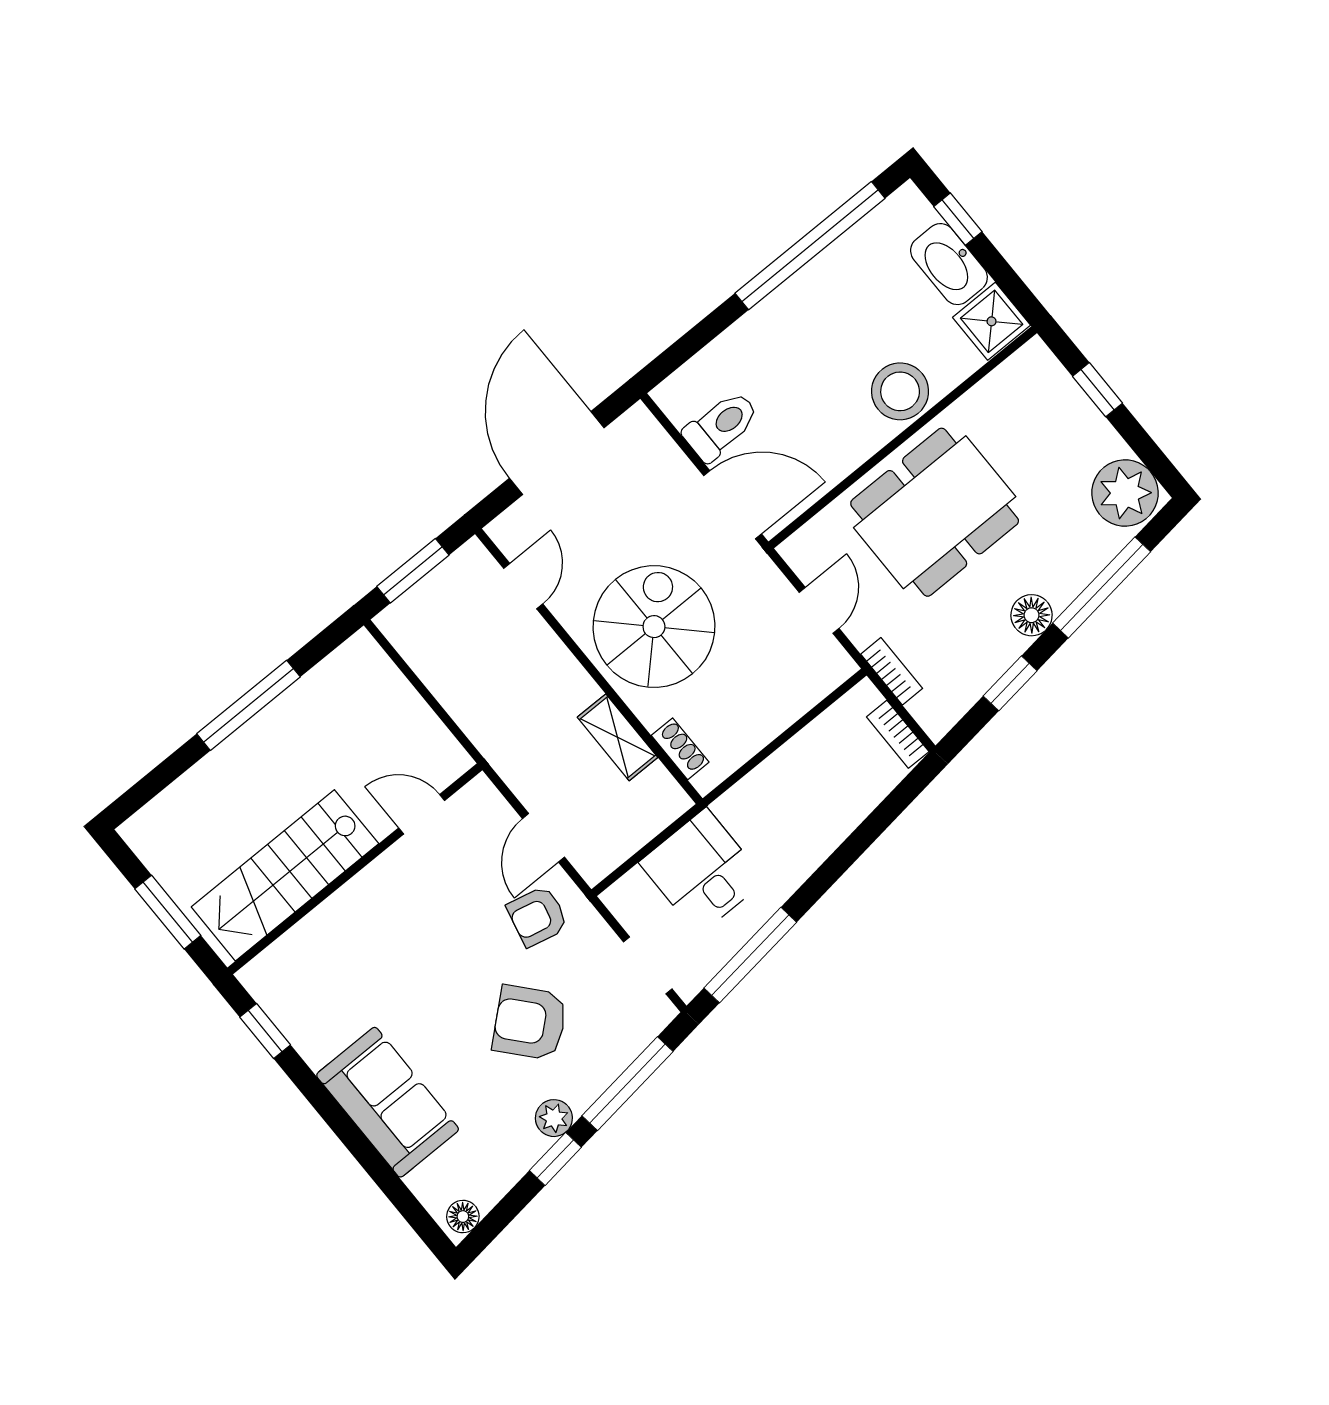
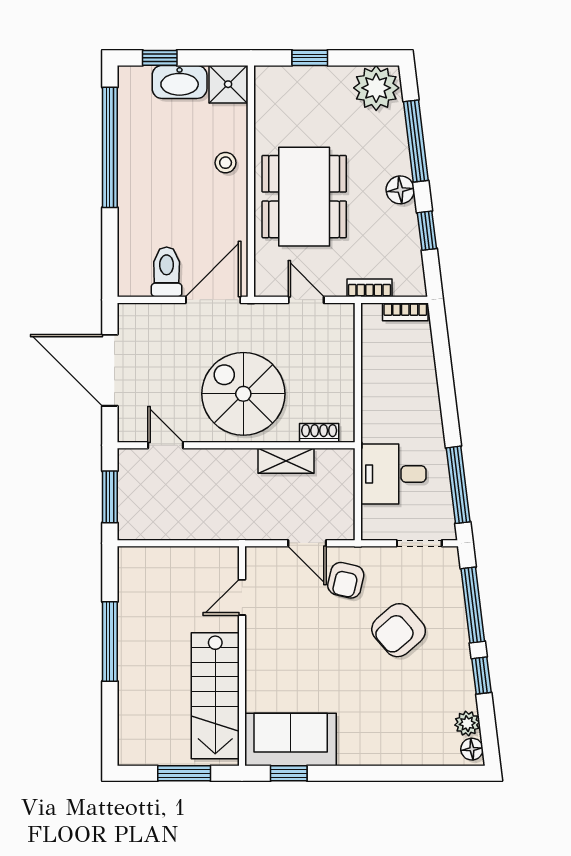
stool: (900, 391) -> (226, 163), width x0.53, depth x0.53
sofa: (388, 1102) -> (291, 740), moved
plant: (554, 1118) -> (467, 724), moved

